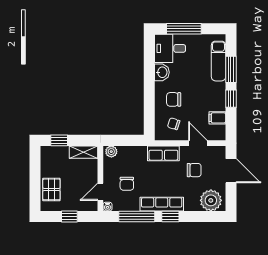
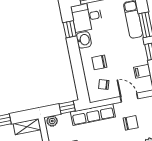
window: (149, 58) -> (70, 29), added
window: (130, 140) -> (67, 107), added
row of seats: (163, 153) -> (93, 115), width x1.48

